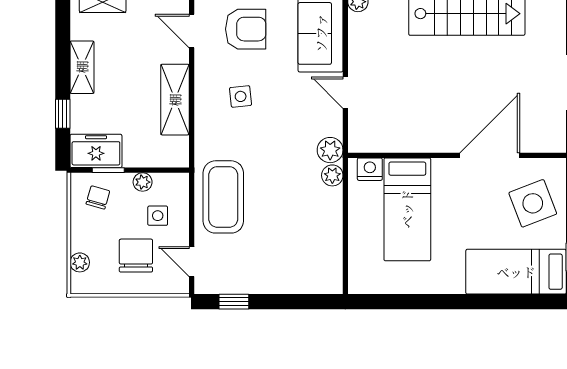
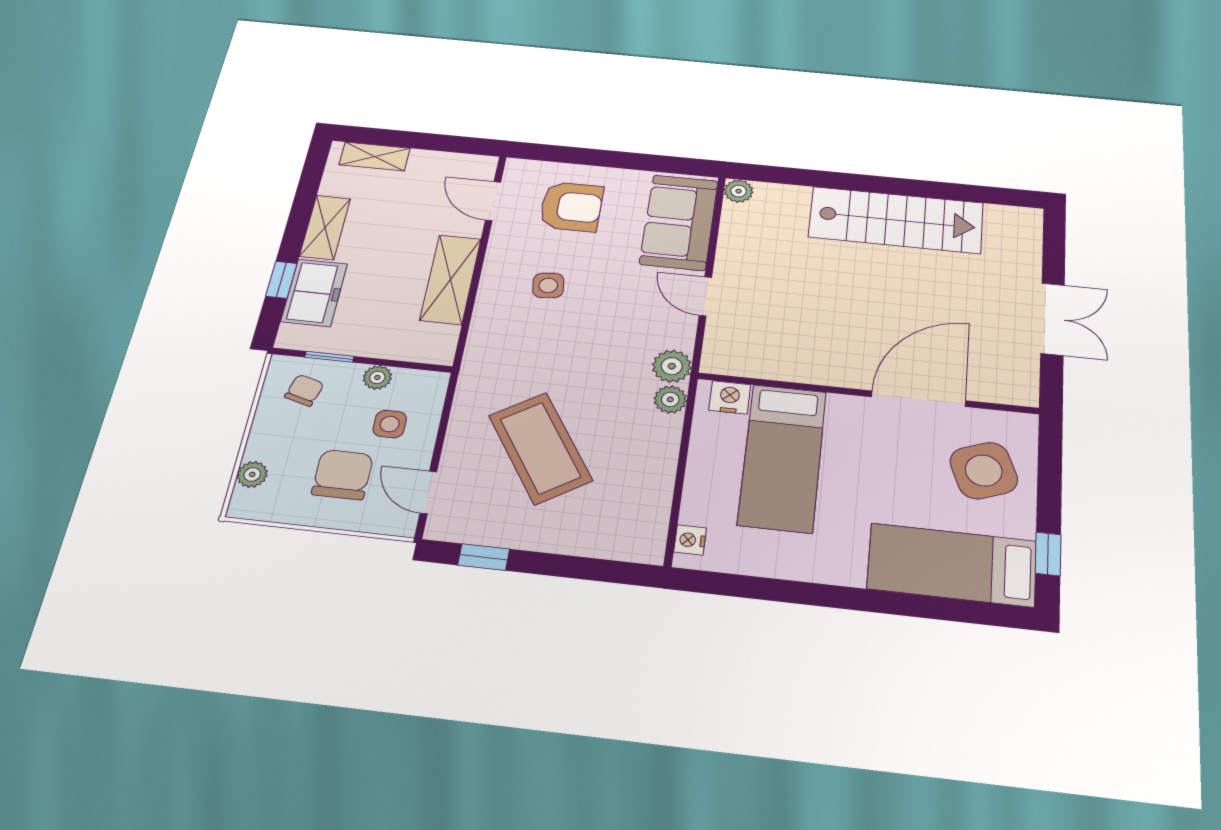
freezer: (96, 151) -> (314, 293), moved, turned 90
coffee table: (223, 197) -> (540, 448), moved, turned -33
nightstand: (357, 274) -> (690, 540), added

